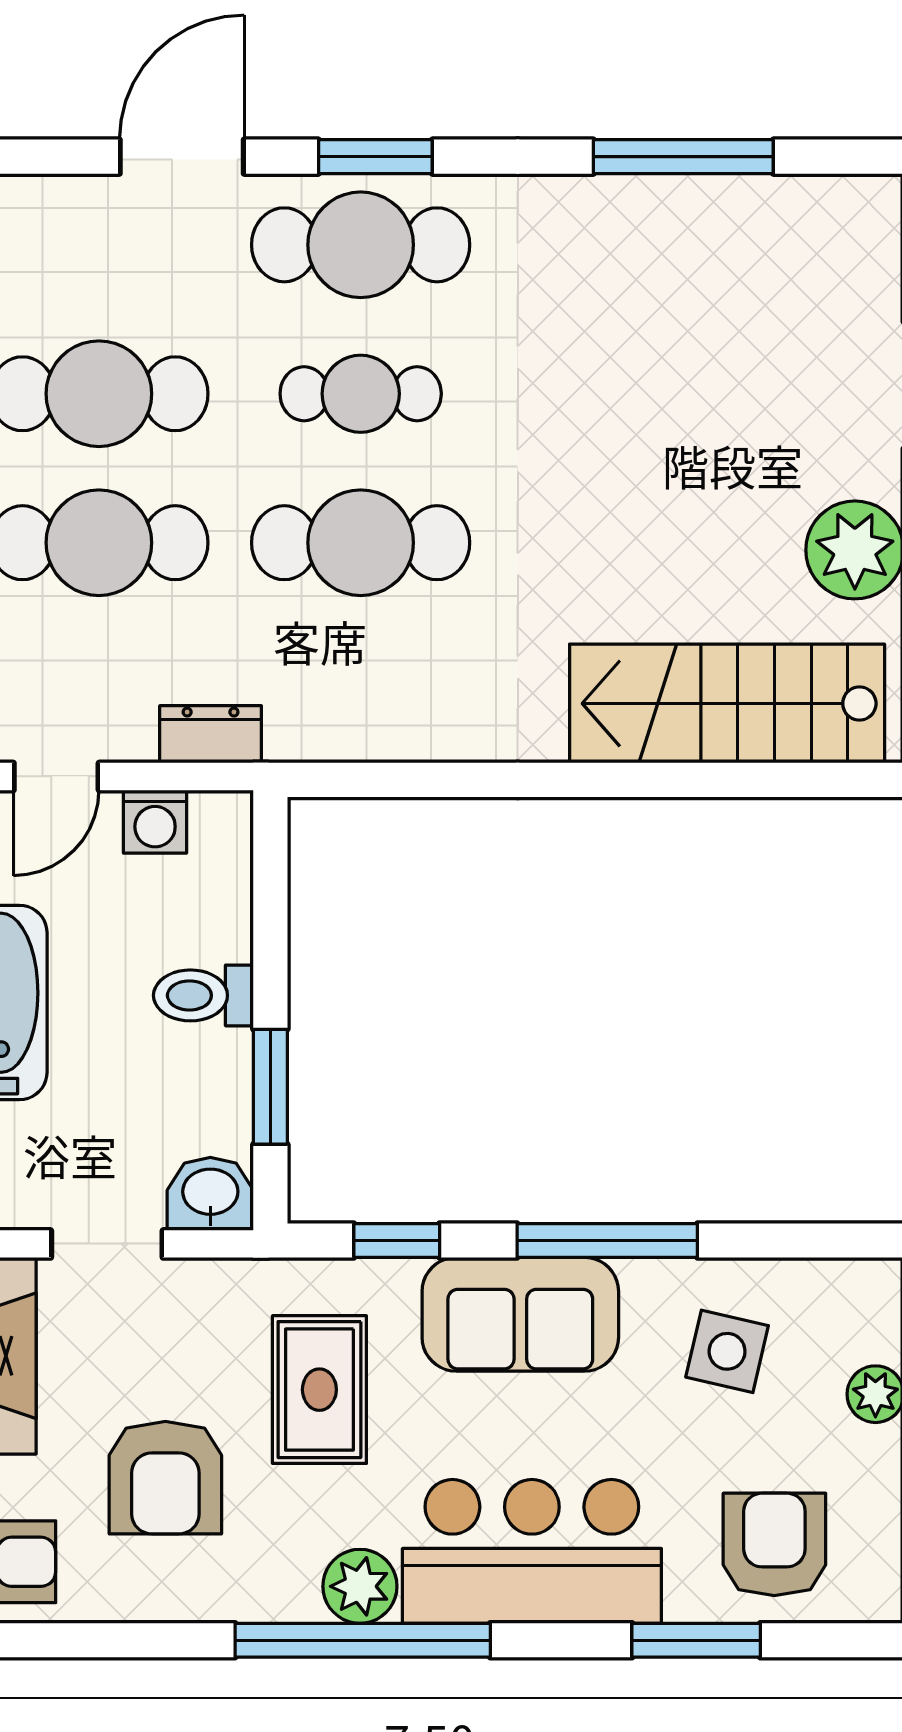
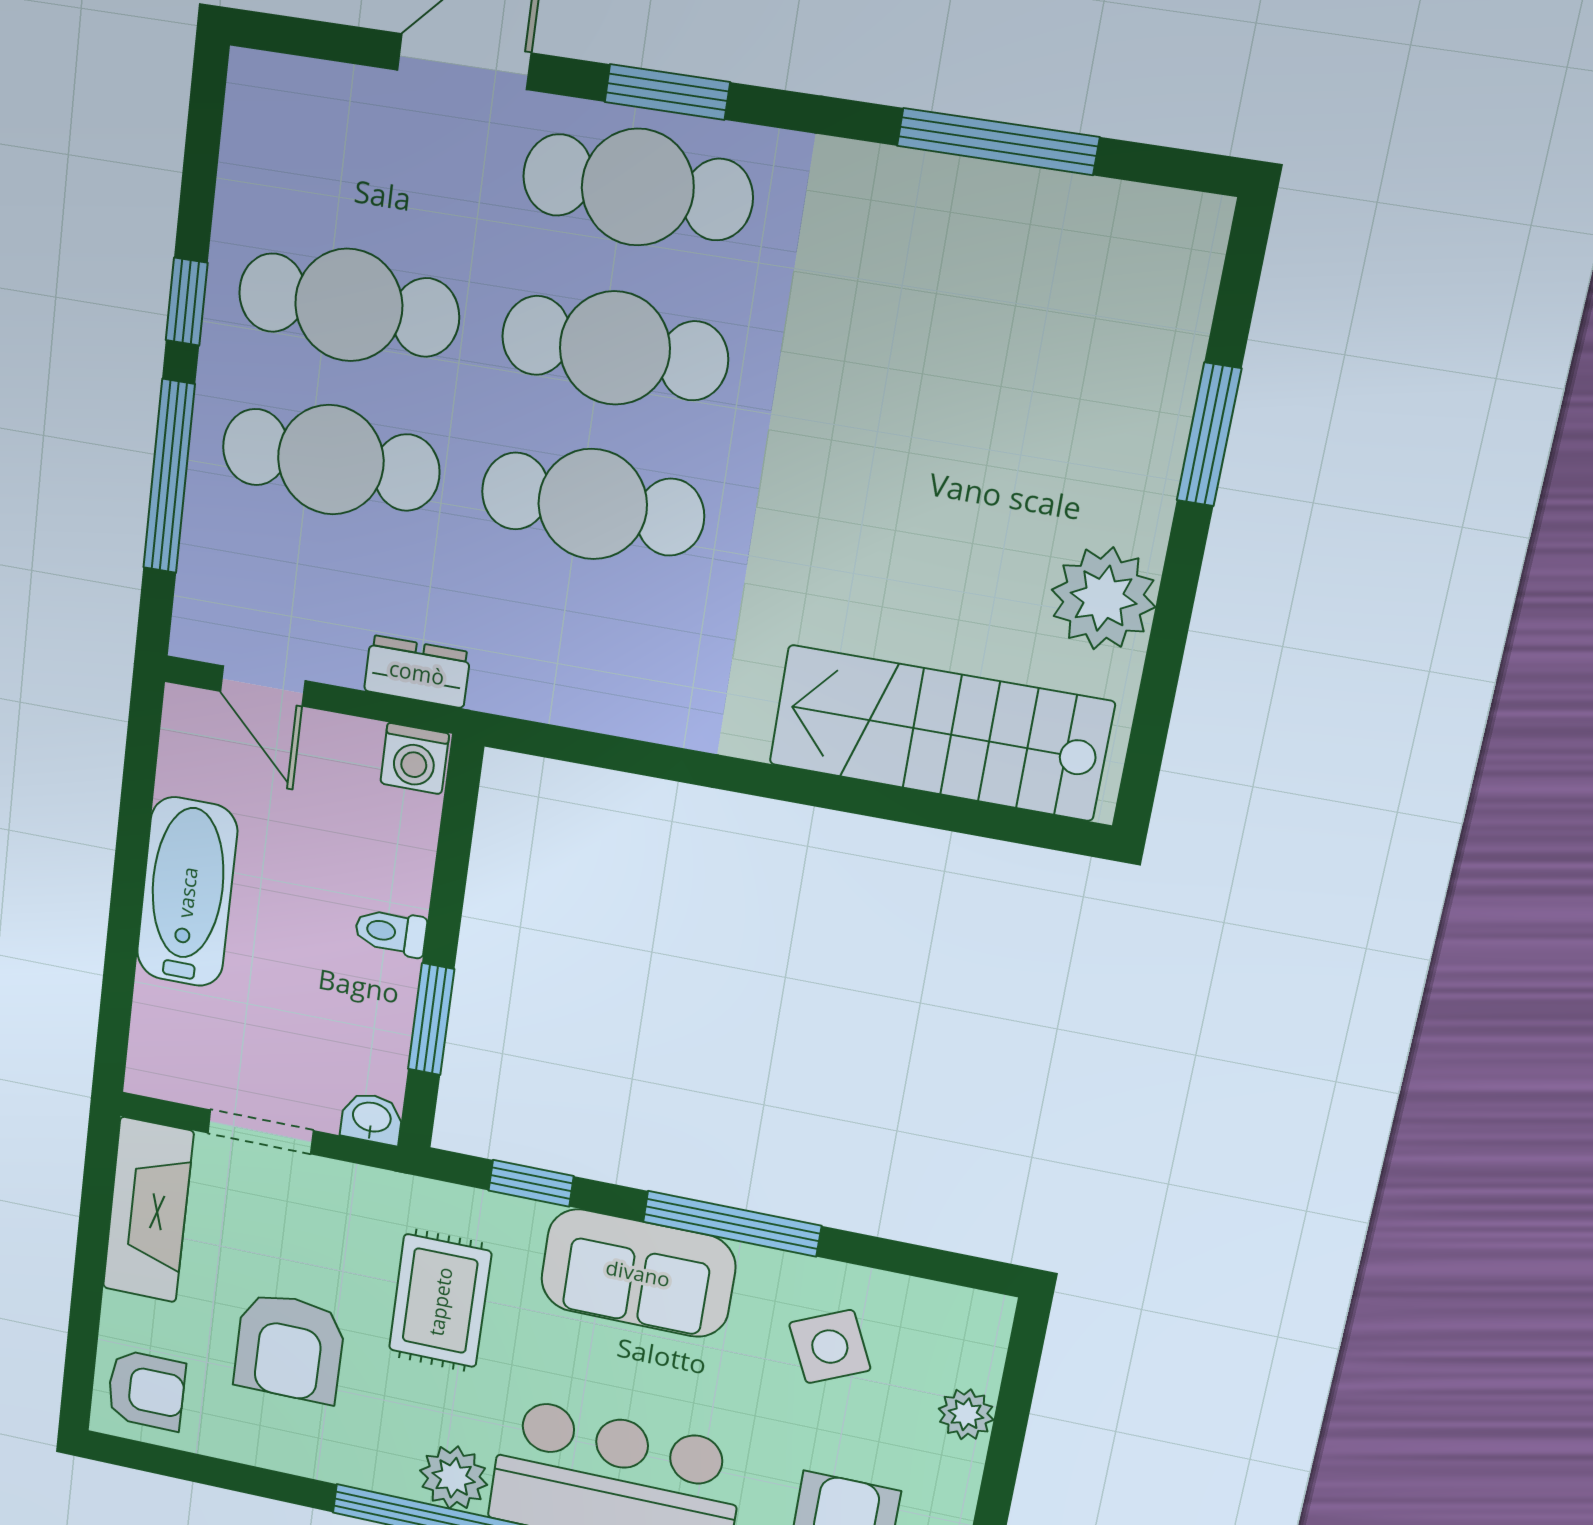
cafe table: (361, 394) -> (615, 348), width x1.37, depth x1.35
door: (56, 776) -> (263, 686), hinge flipped
washing machine: (155, 822) -> (415, 759), moved
toilet: (203, 995) -> (391, 932), width x0.73, depth x0.72
washbasin: (210, 1194) -> (372, 1118), width x0.72, depth x0.69
side table: (727, 1351) -> (830, 1347), turned -38

